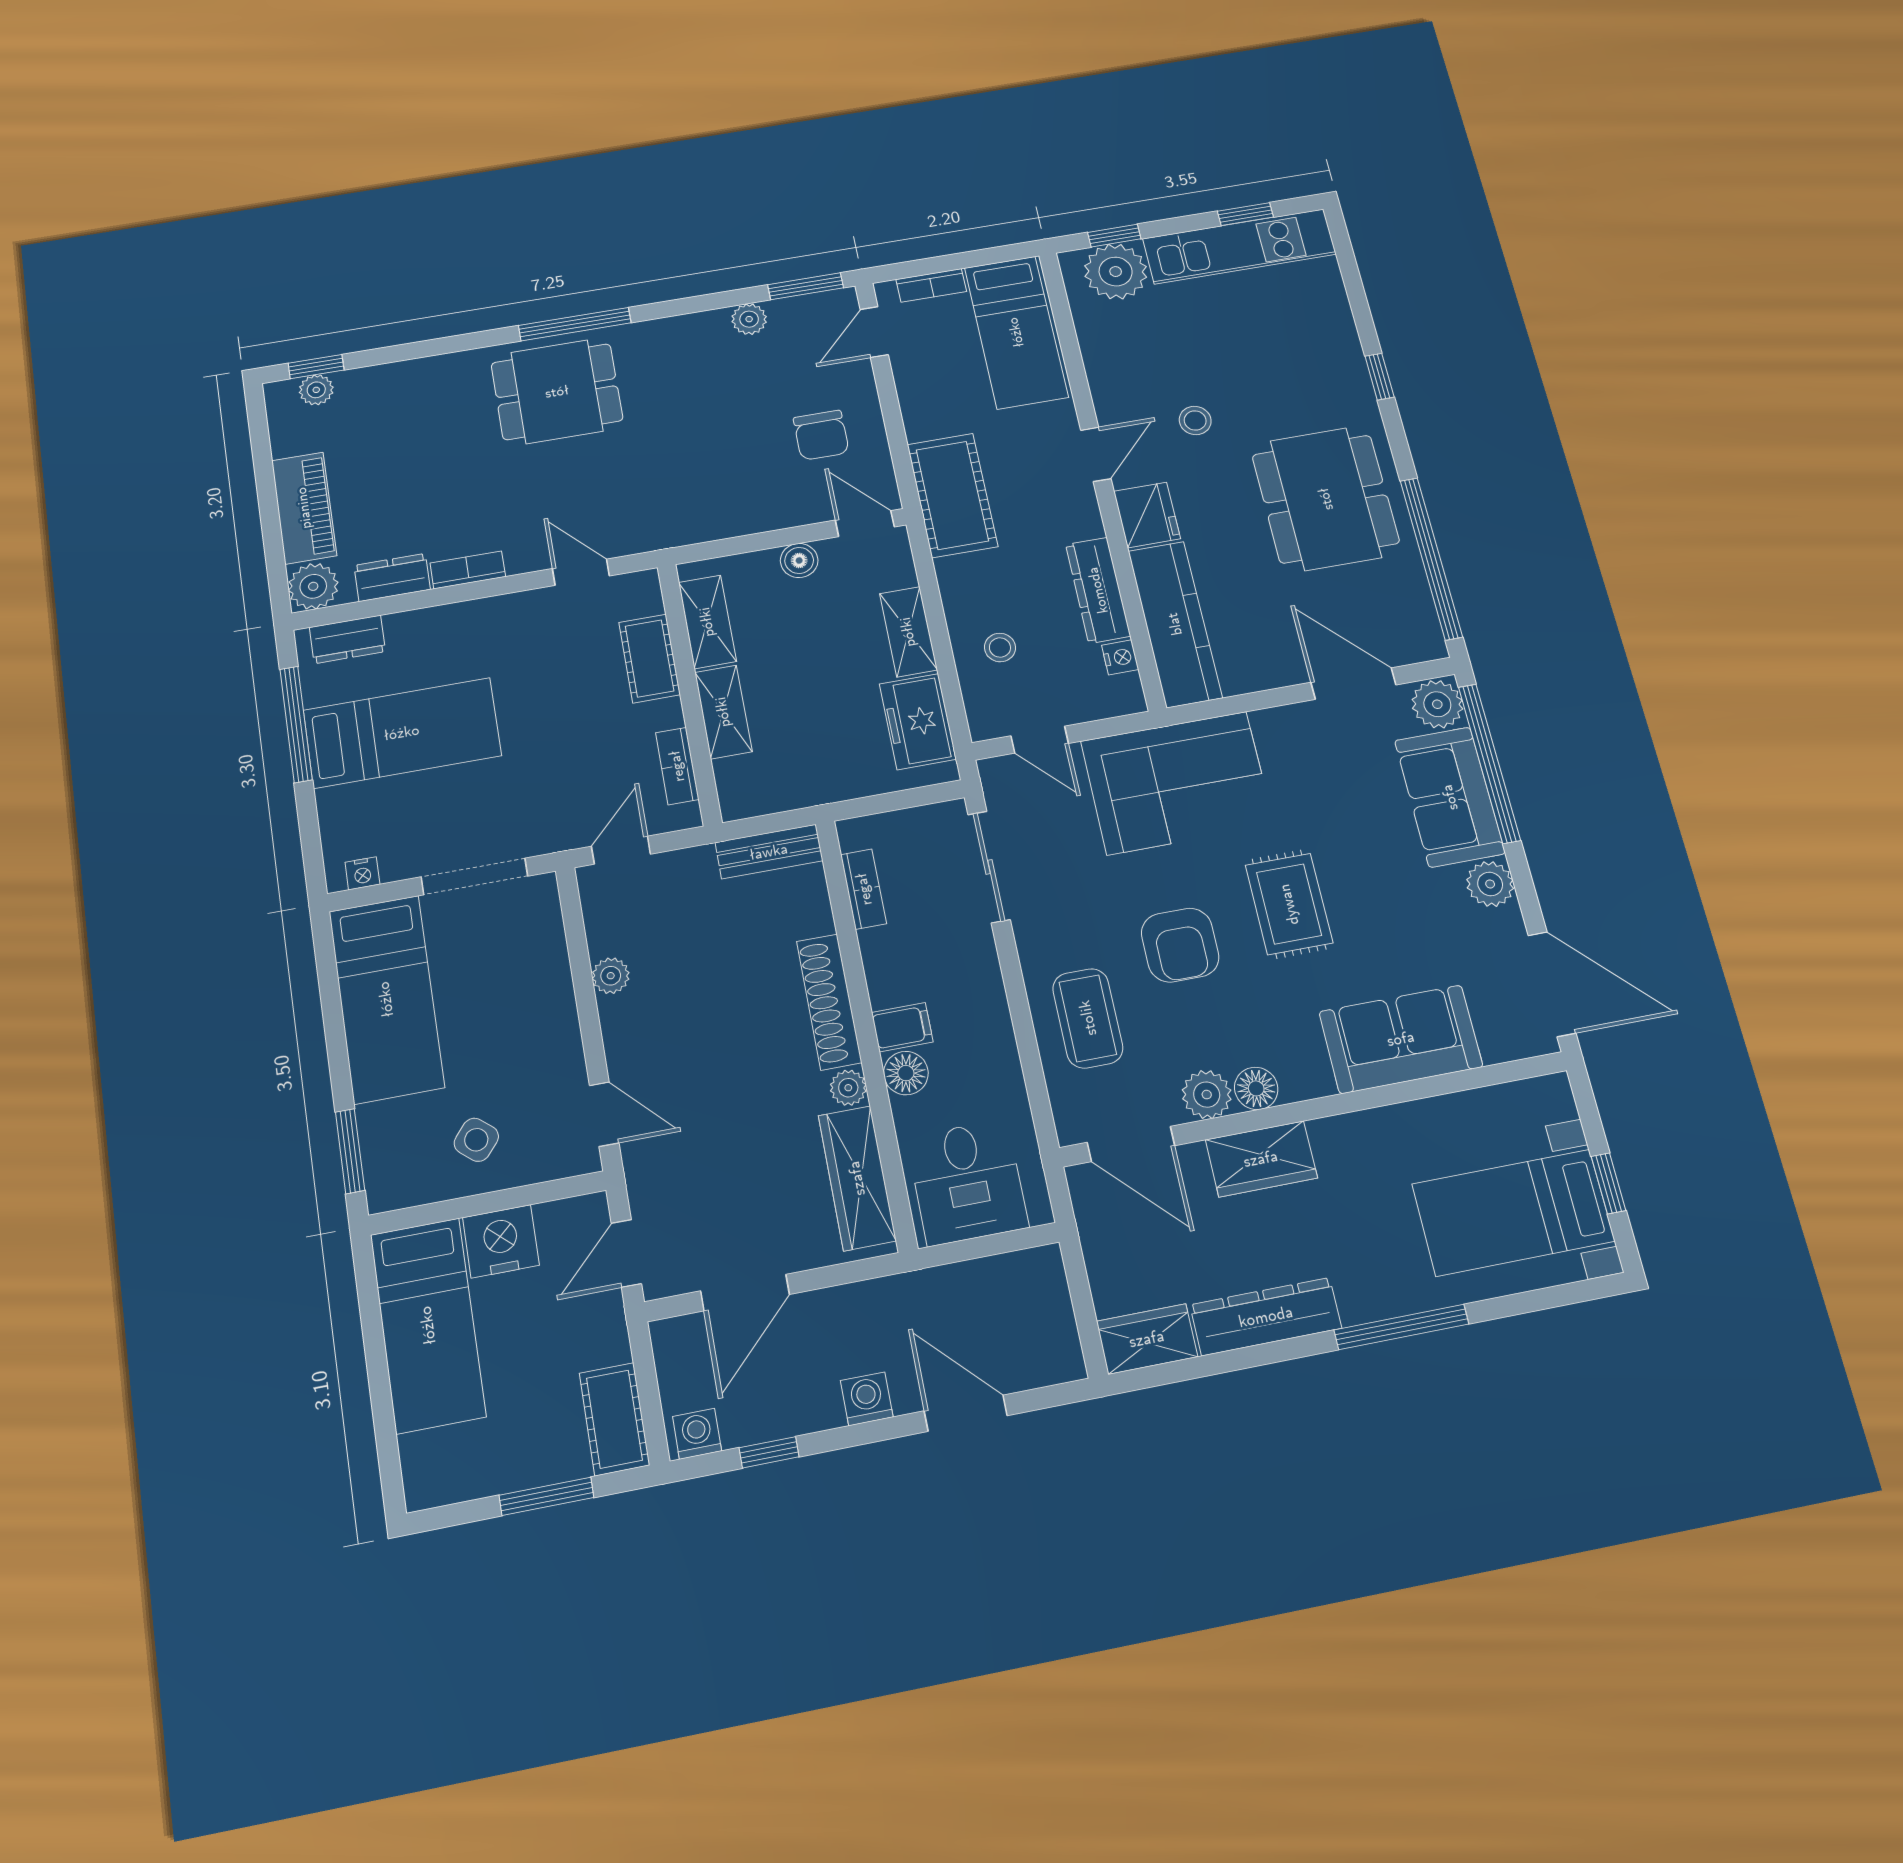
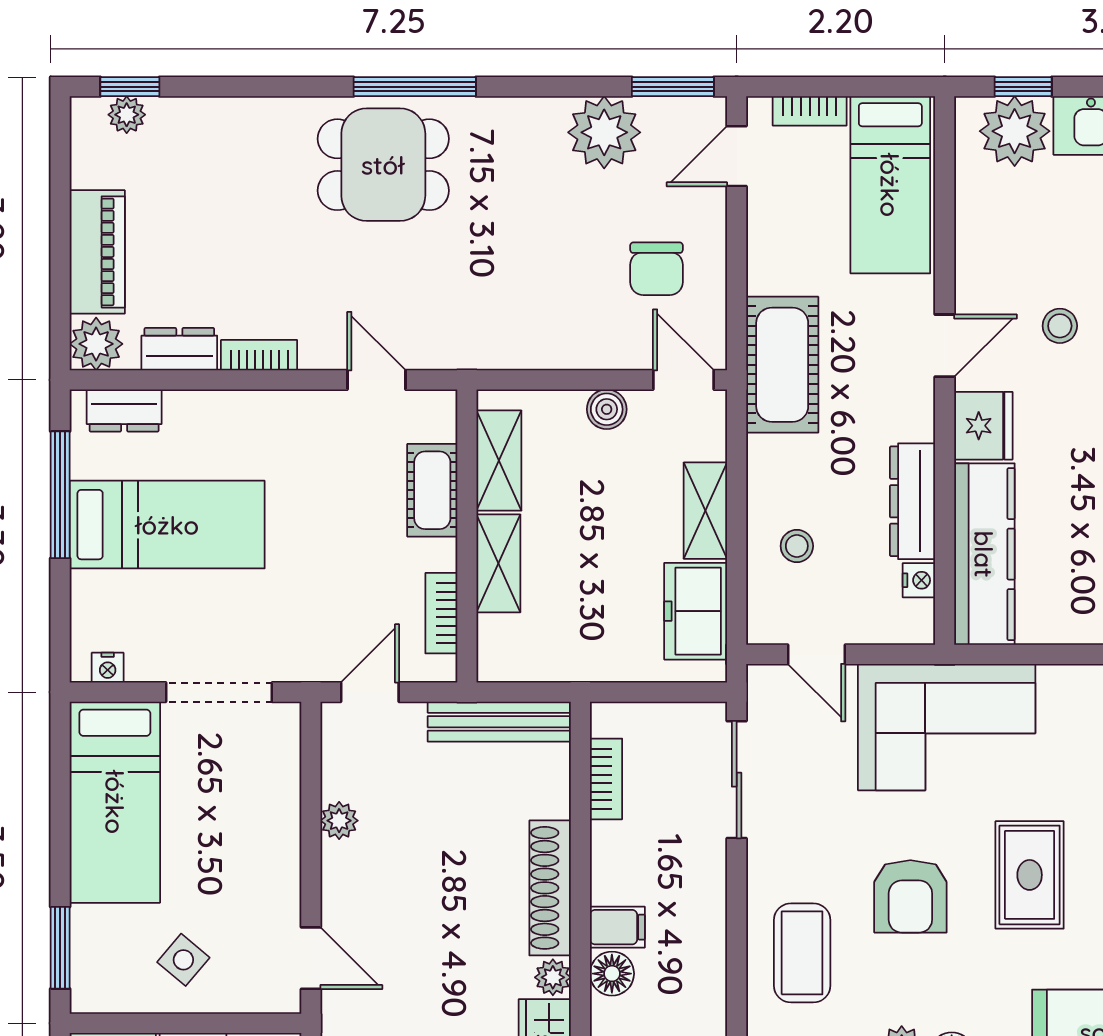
plant: (749, 319) -> (604, 132), width x1.88, depth x1.88
bench: (769, 852) -> (499, 722), width x1.36

